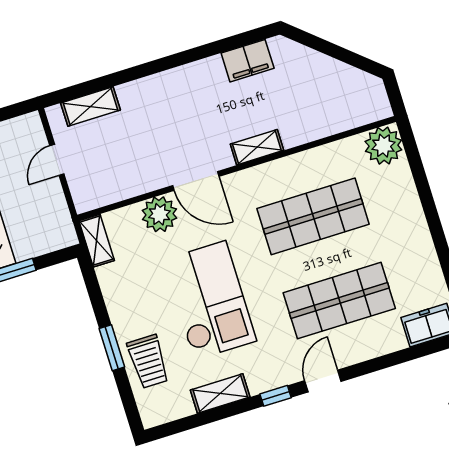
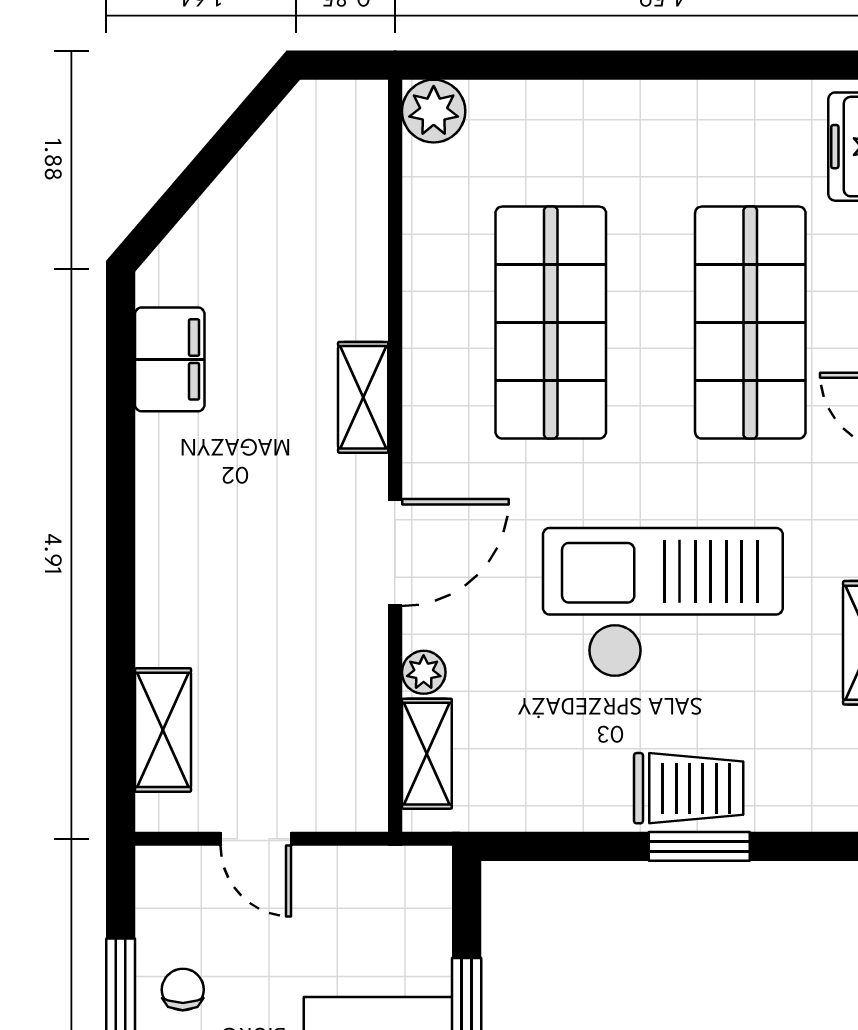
plant: (383, 146) -> (434, 111), width x0.73, depth x0.73
plant: (159, 214) -> (424, 672), width x0.53, depth x0.53
shelving: (97, 241) -> (427, 754), moved, turned 90
trolley: (148, 361) -> (689, 788), moved

